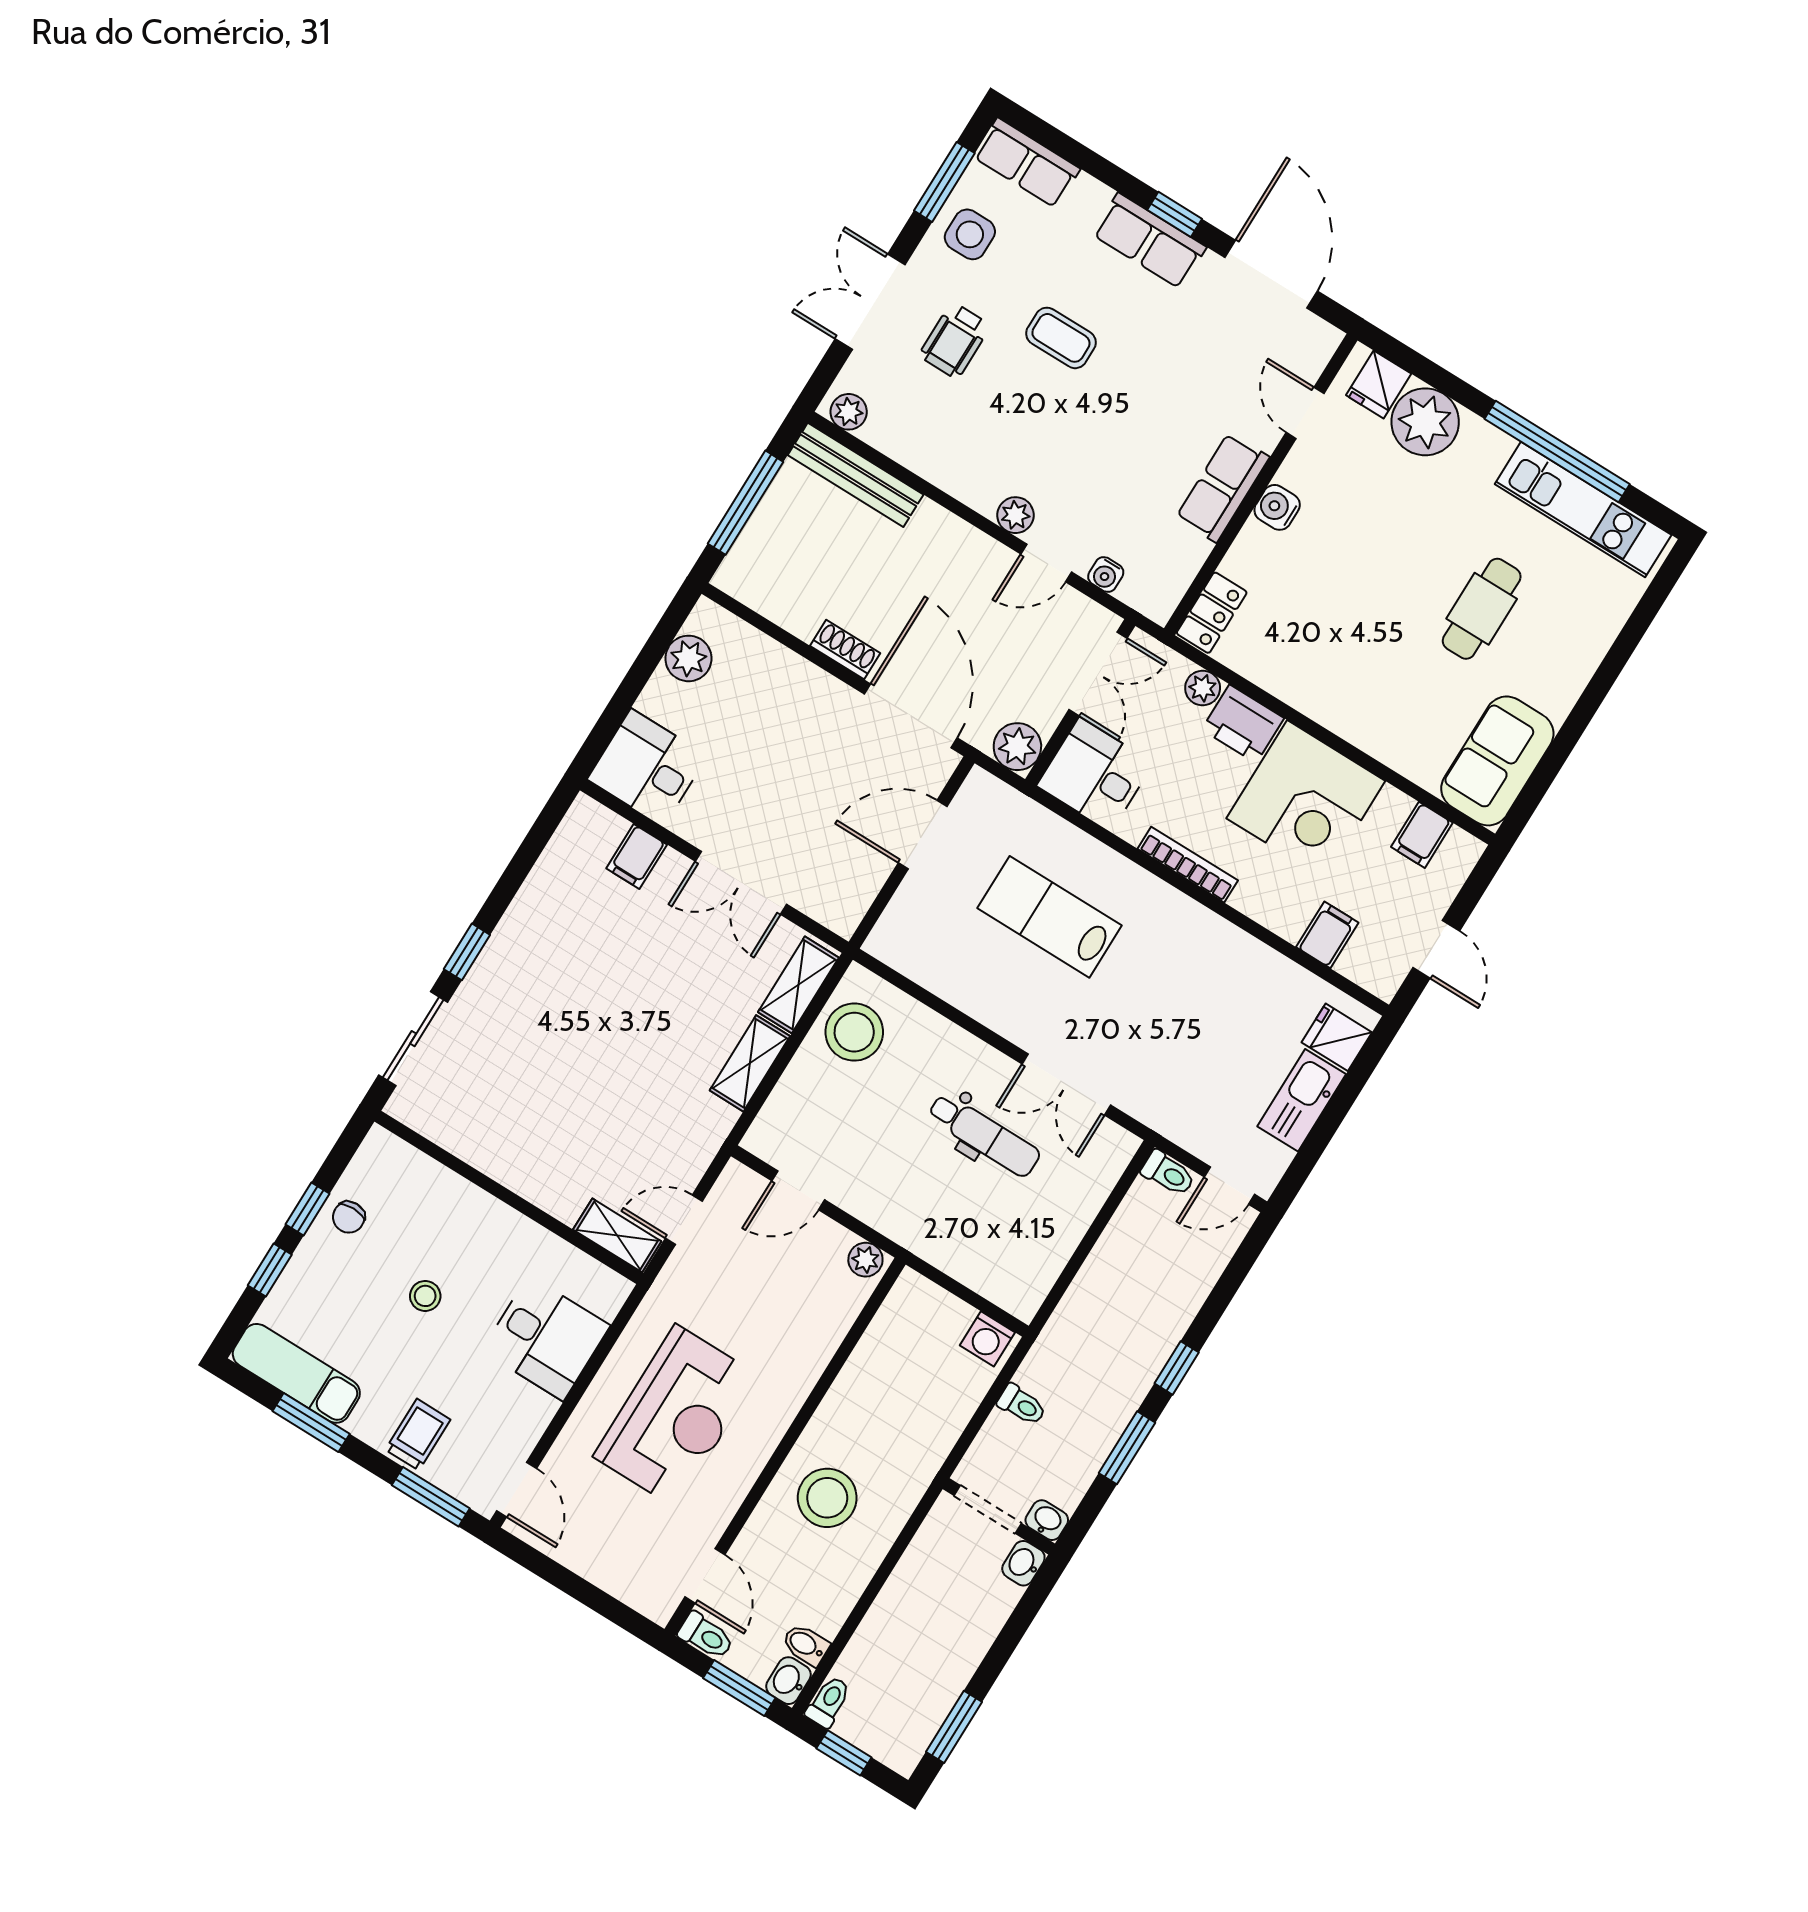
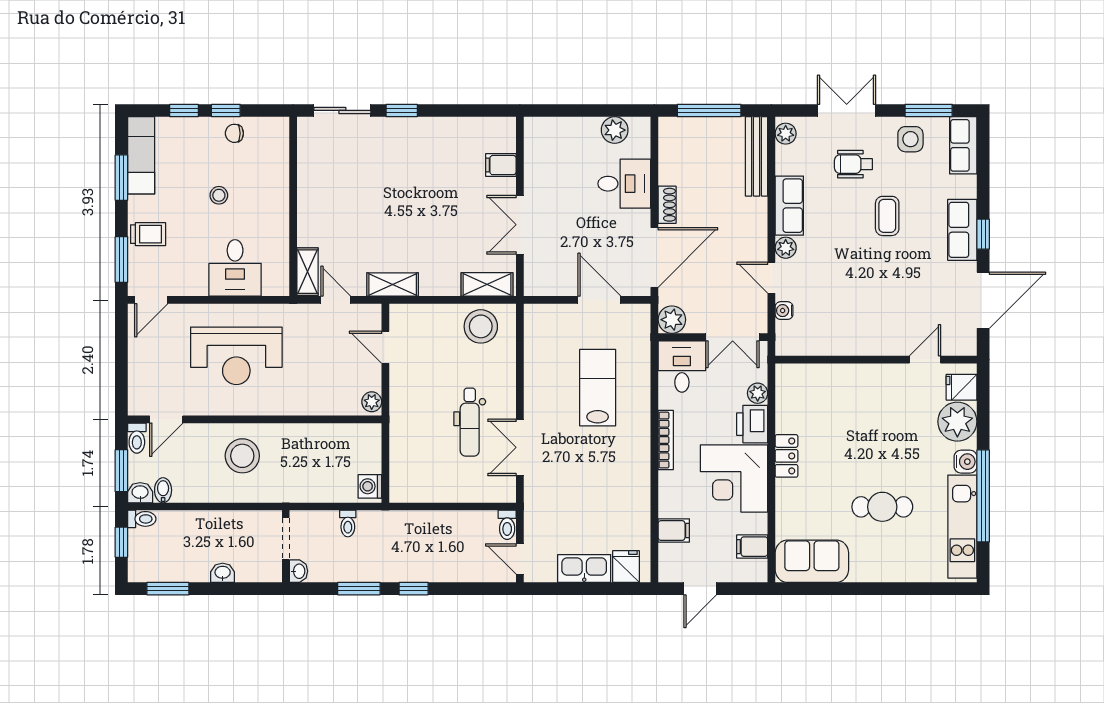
row of seats: (1223, 487) -> (789, 206), moved, turned 90
water cooler: (1277, 507) -> (966, 462), moved, turned 90
locker: (1212, 613) -> (787, 456), moved, turned -90
desk: (647, 768) -> (624, 184), moved, turned 90
shelving: (750, 1063) -> (393, 284), moved
washbasin: (1023, 1563) -> (223, 573), moved

